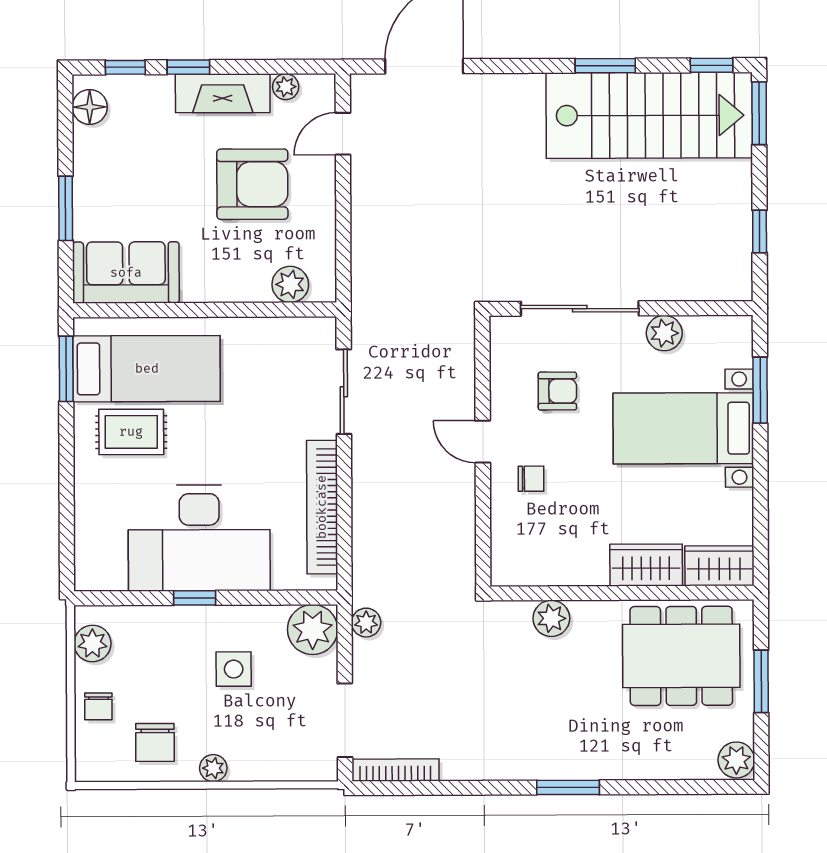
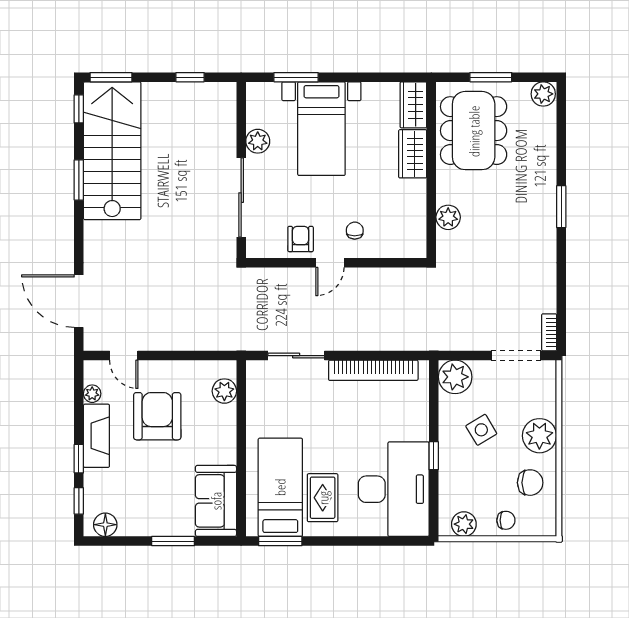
armchair: (557, 391) -> (301, 239), moved
desk: (199, 538) -> (394, 489), moved
plant: (366, 623) -> (451, 341), removed
side table: (234, 669) -> (481, 430), turned -31
plant: (213, 768) -> (539, 436), width x1.88, depth x1.88
bookcase: (395, 770) -> (549, 332), width x0.64

